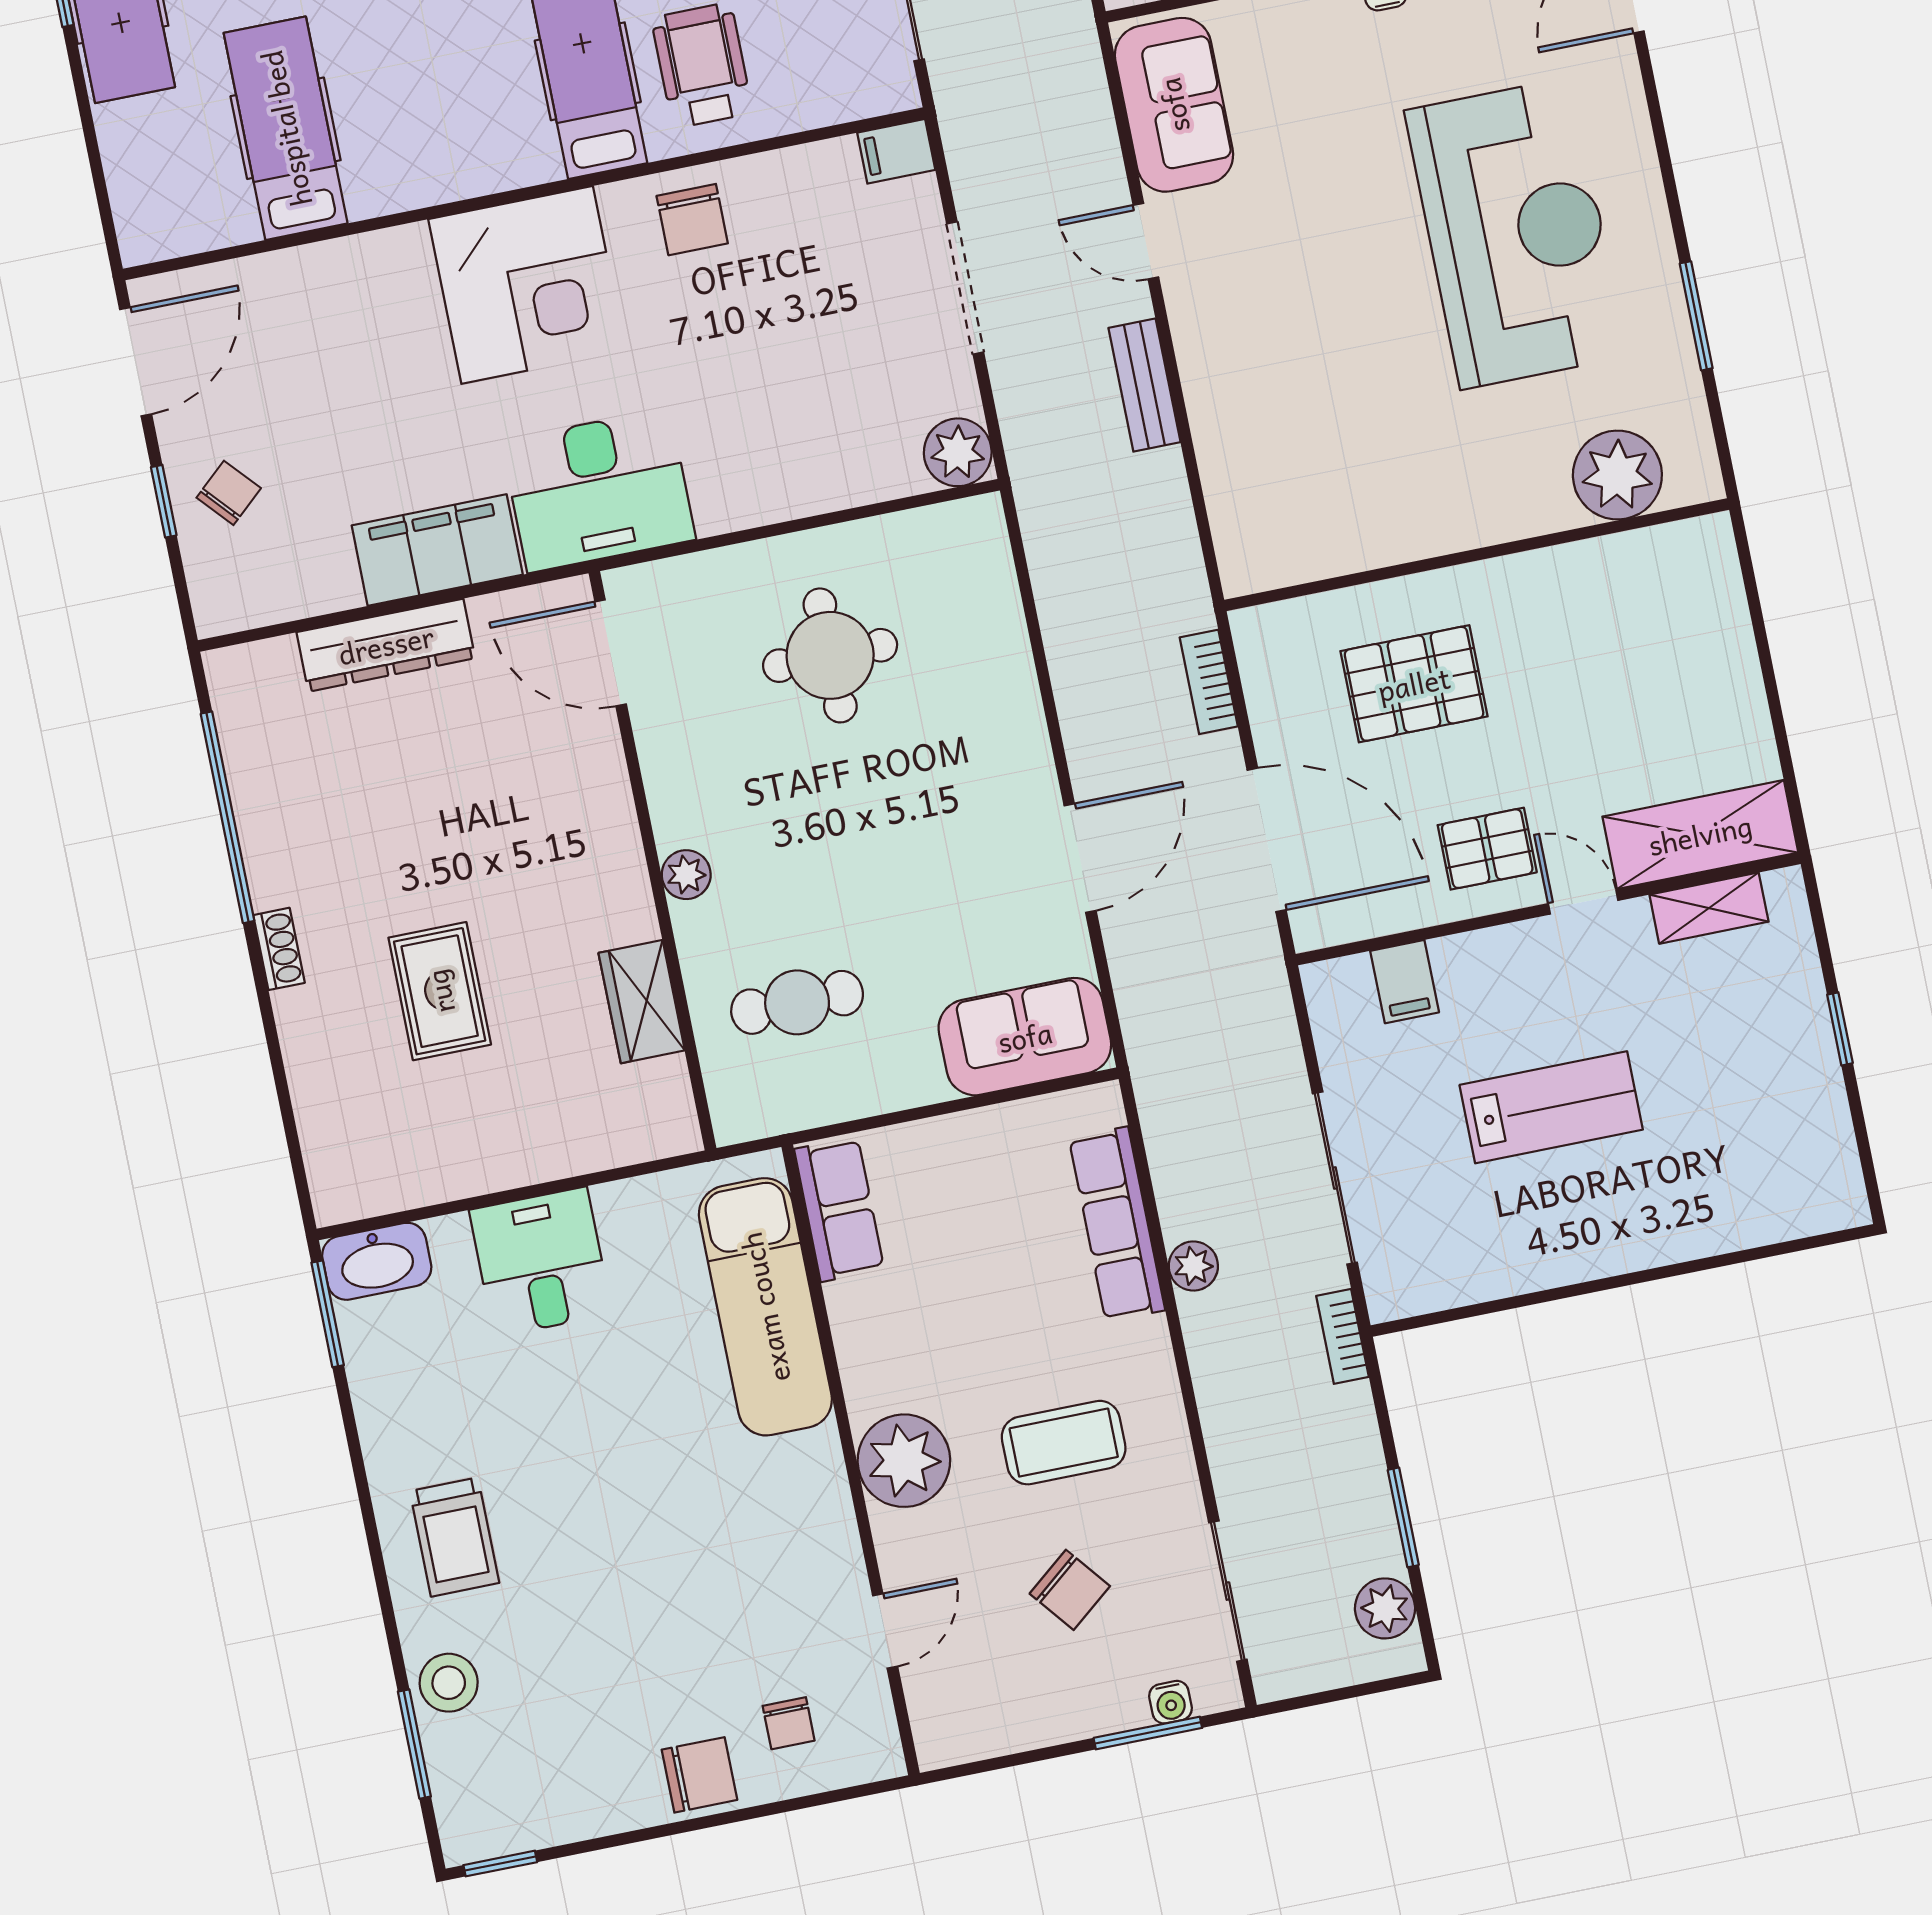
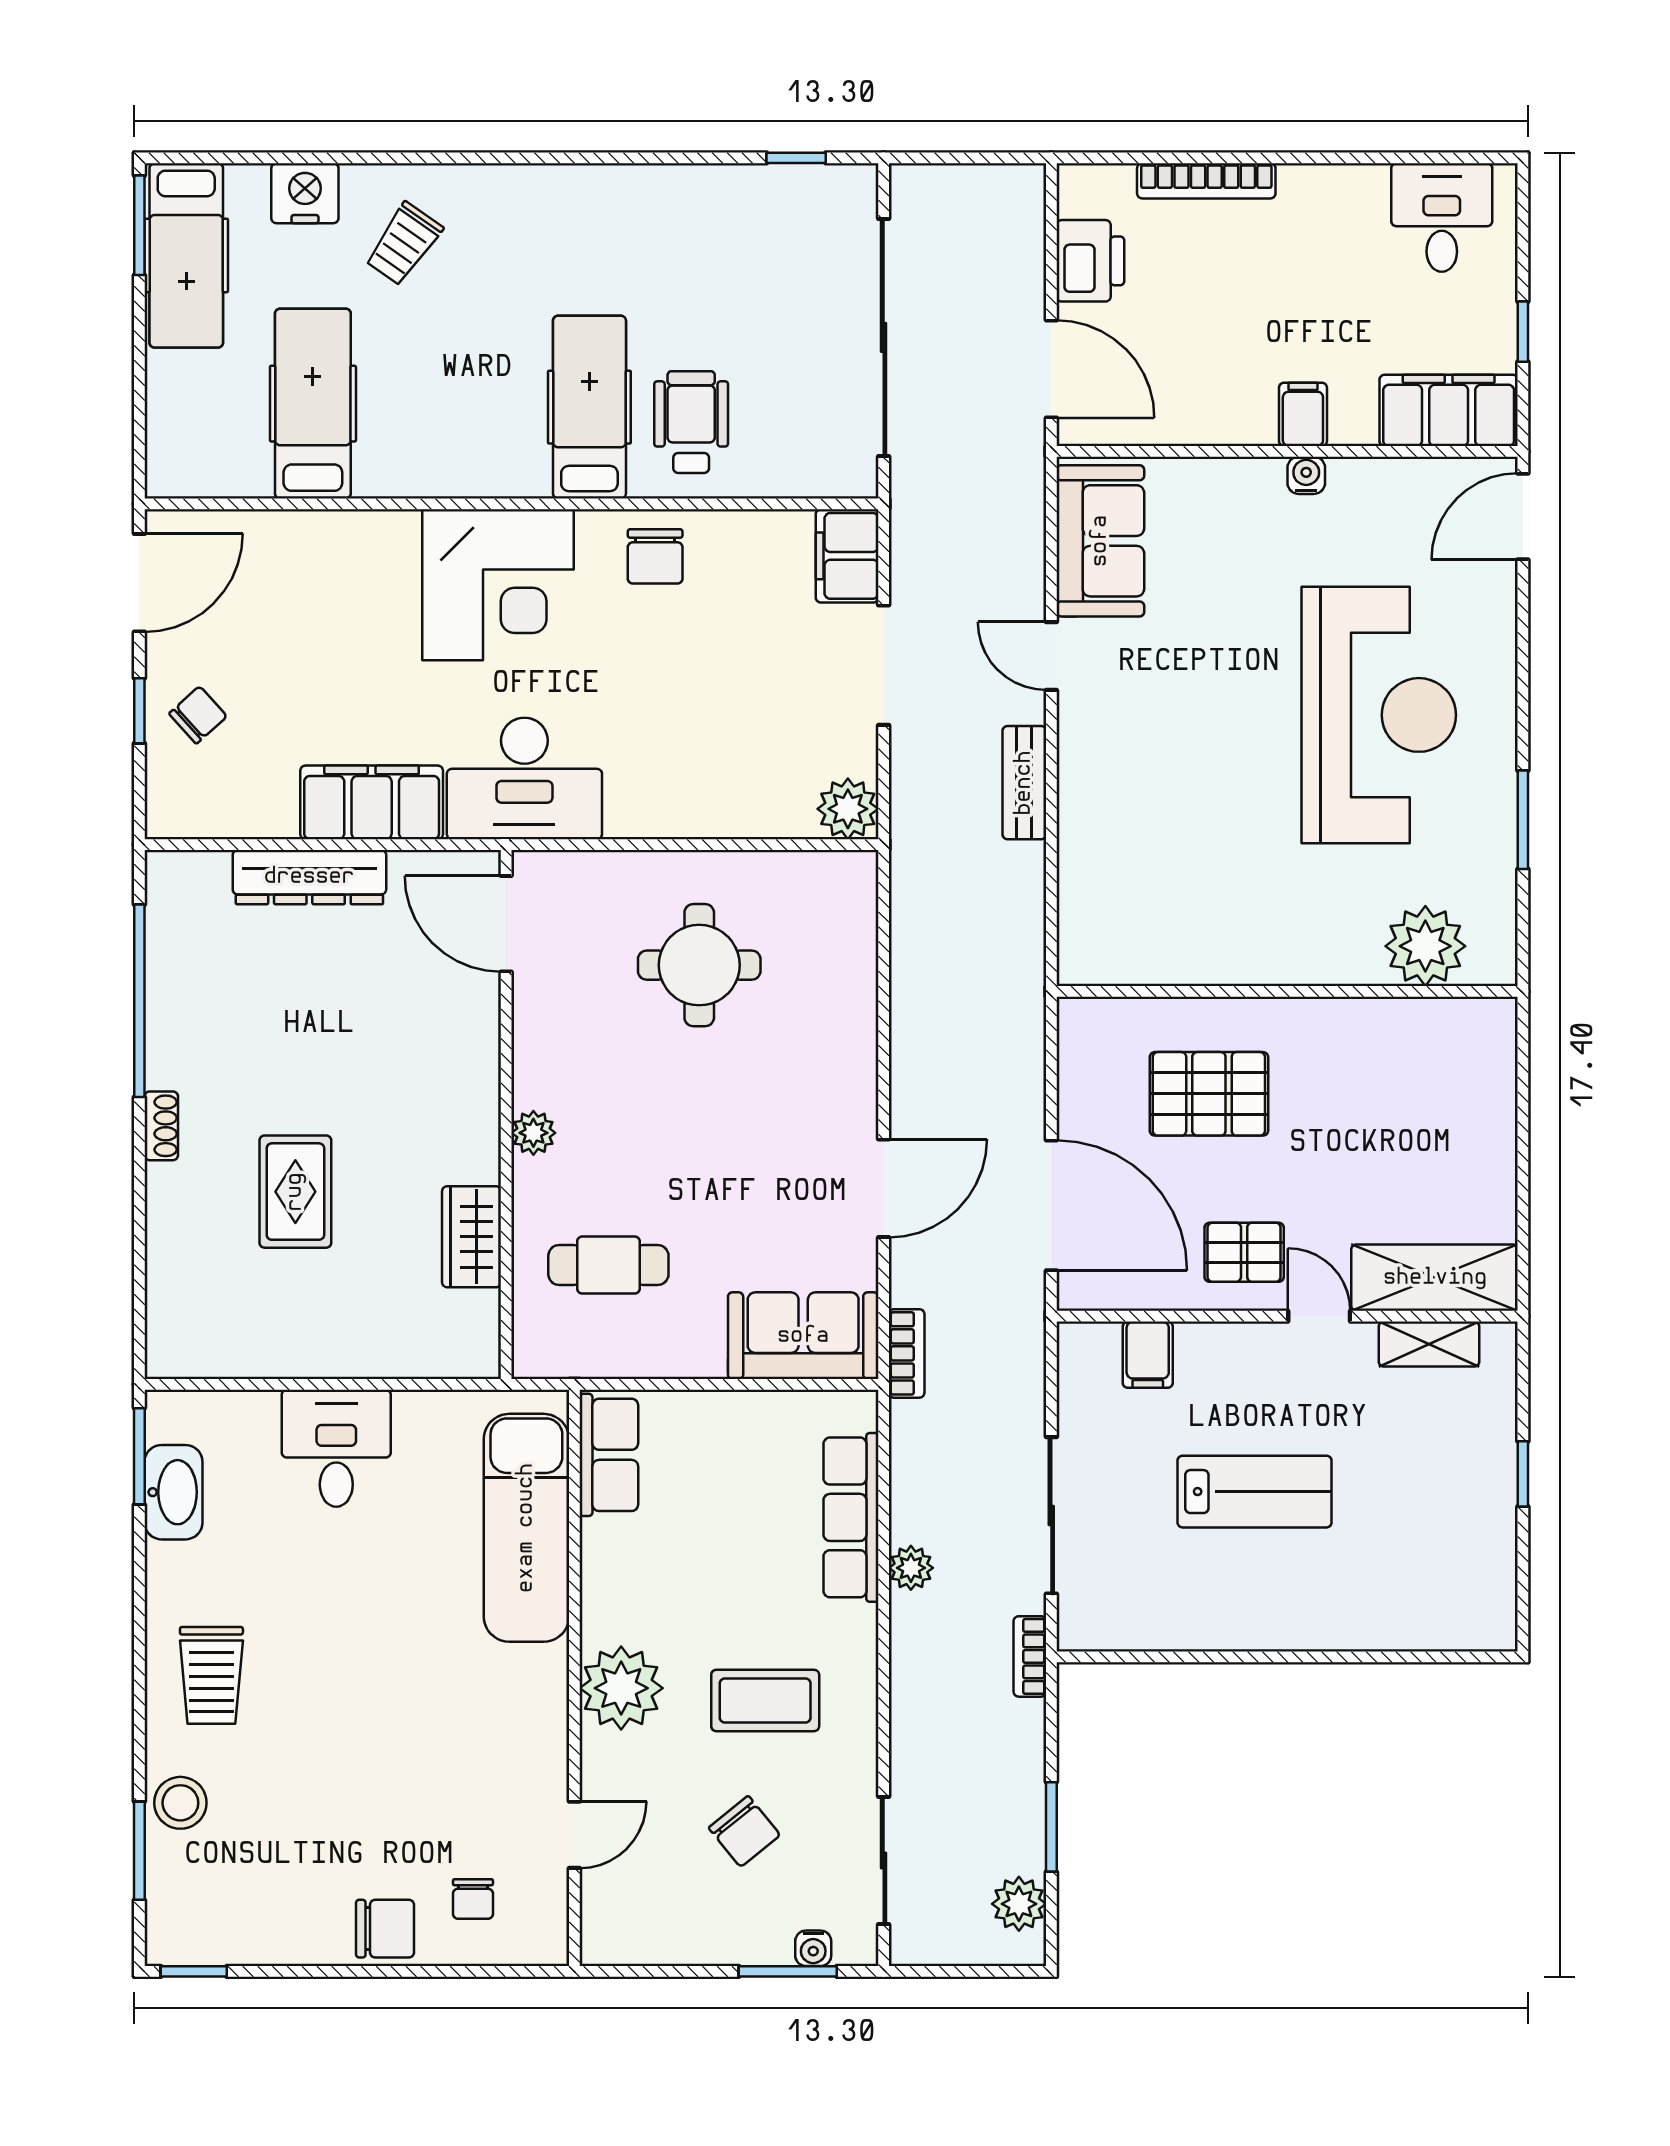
filing cabinet: (896, 151) -> (847, 556), width x2.00
bookcase: (1209, 682) -> (907, 1353), moved, turned 180
washbasin: (377, 1261) -> (173, 1492), moved, turned -90

